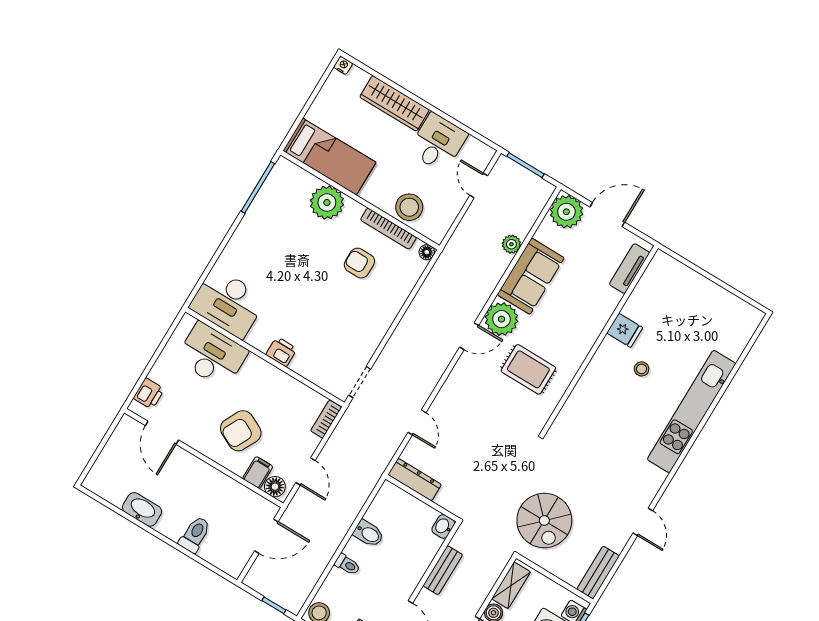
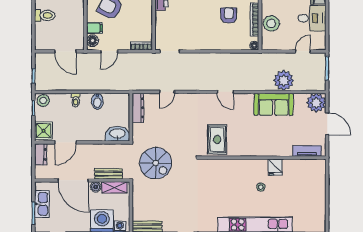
plant: (511, 244) -> (284, 80), width x1.87, depth x1.87
plant: (502, 319) -> (244, 103), removed
rug: (528, 369) -> (217, 139), moved
spiral stairs: (544, 521) -> (156, 163), moved, turned -90
washbasin: (443, 526) -> (118, 134), width x1.91, depth x1.45
bench: (443, 570) -> (108, 174), moved

